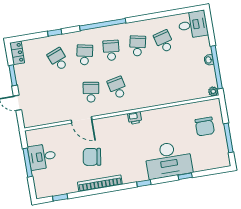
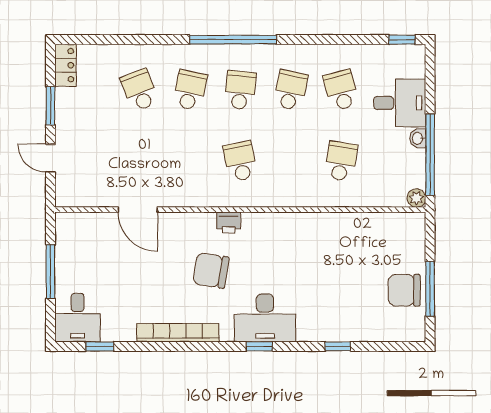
desk: (193, 25) -> (400, 103), moved
window: (55, 33) -> (402, 40), moved
school desk: (91, 92) -> (341, 161), moved
printer: (135, 118) -> (229, 222), moved
door: (82, 120) -> (138, 210), moved
chair: (205, 127) -> (404, 290), moved, turned 90
desk: (42, 157) -> (77, 318), moved, turned -90
chair: (92, 157) -> (211, 270), moved
desk: (168, 160) -> (265, 318), moved, width x0.73, depth x0.77

